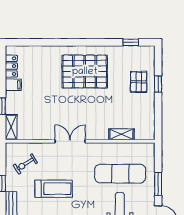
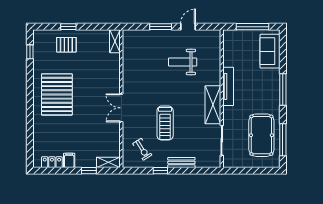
shelving: (121, 134) -> (115, 41), moved
exercise mat: (120, 174) -> (151, 62), removed
treadmill: (54, 189) -> (165, 123), turned 180

